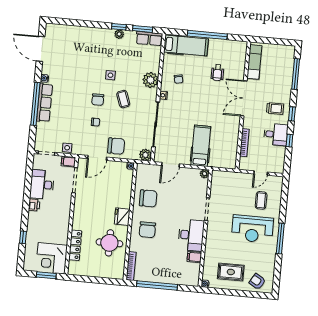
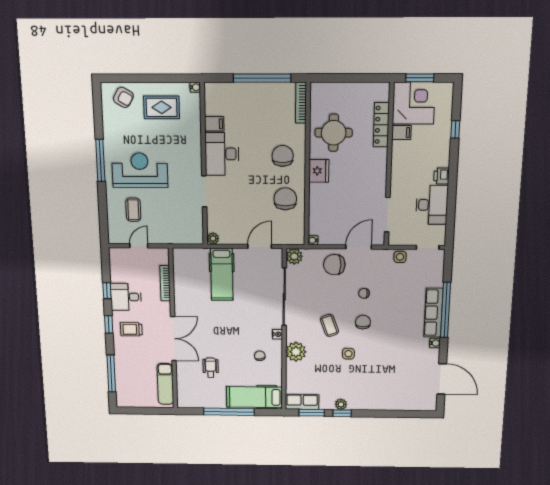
filing cabinet: (68, 162) -> (401, 132), moved
chair: (148, 198) -> (285, 199), turned 90

